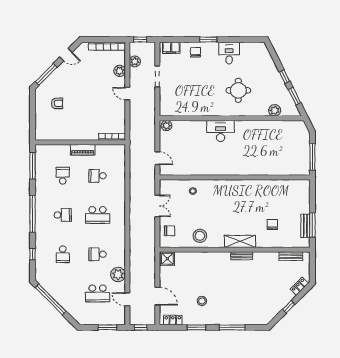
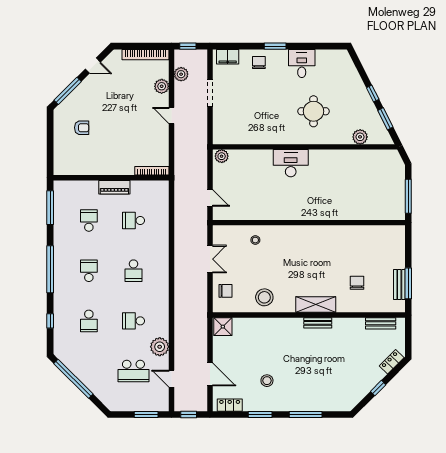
school desk: (63, 215) -> (89, 271), turned -90
school desk: (98, 215) -> (133, 271), width x0.54

